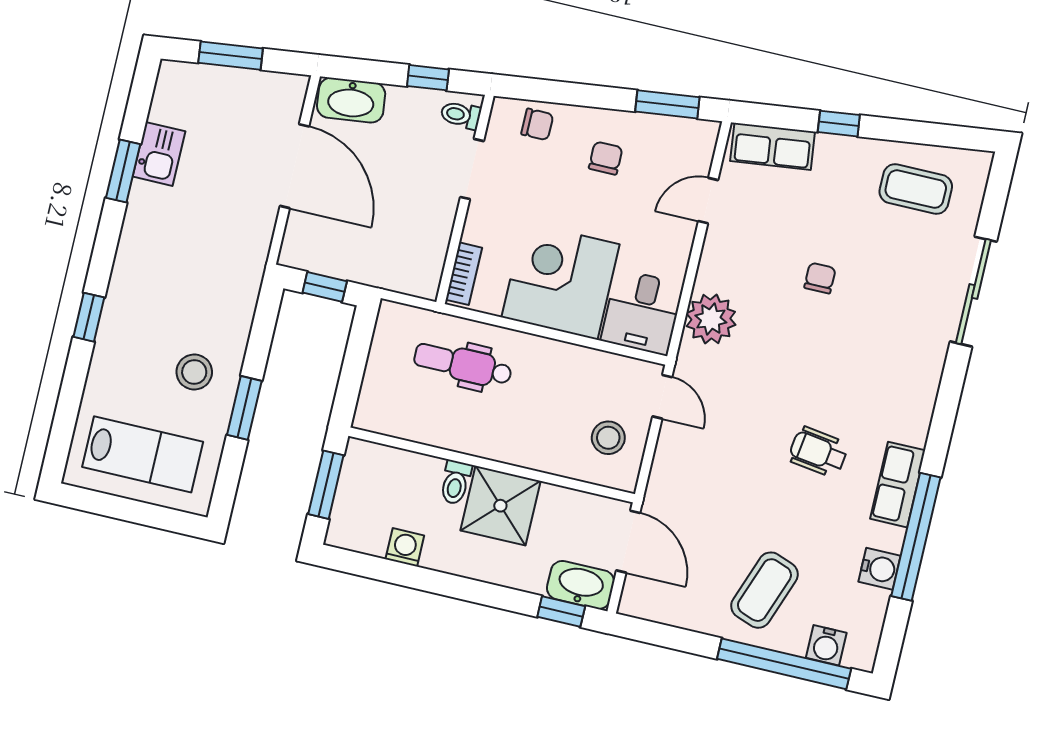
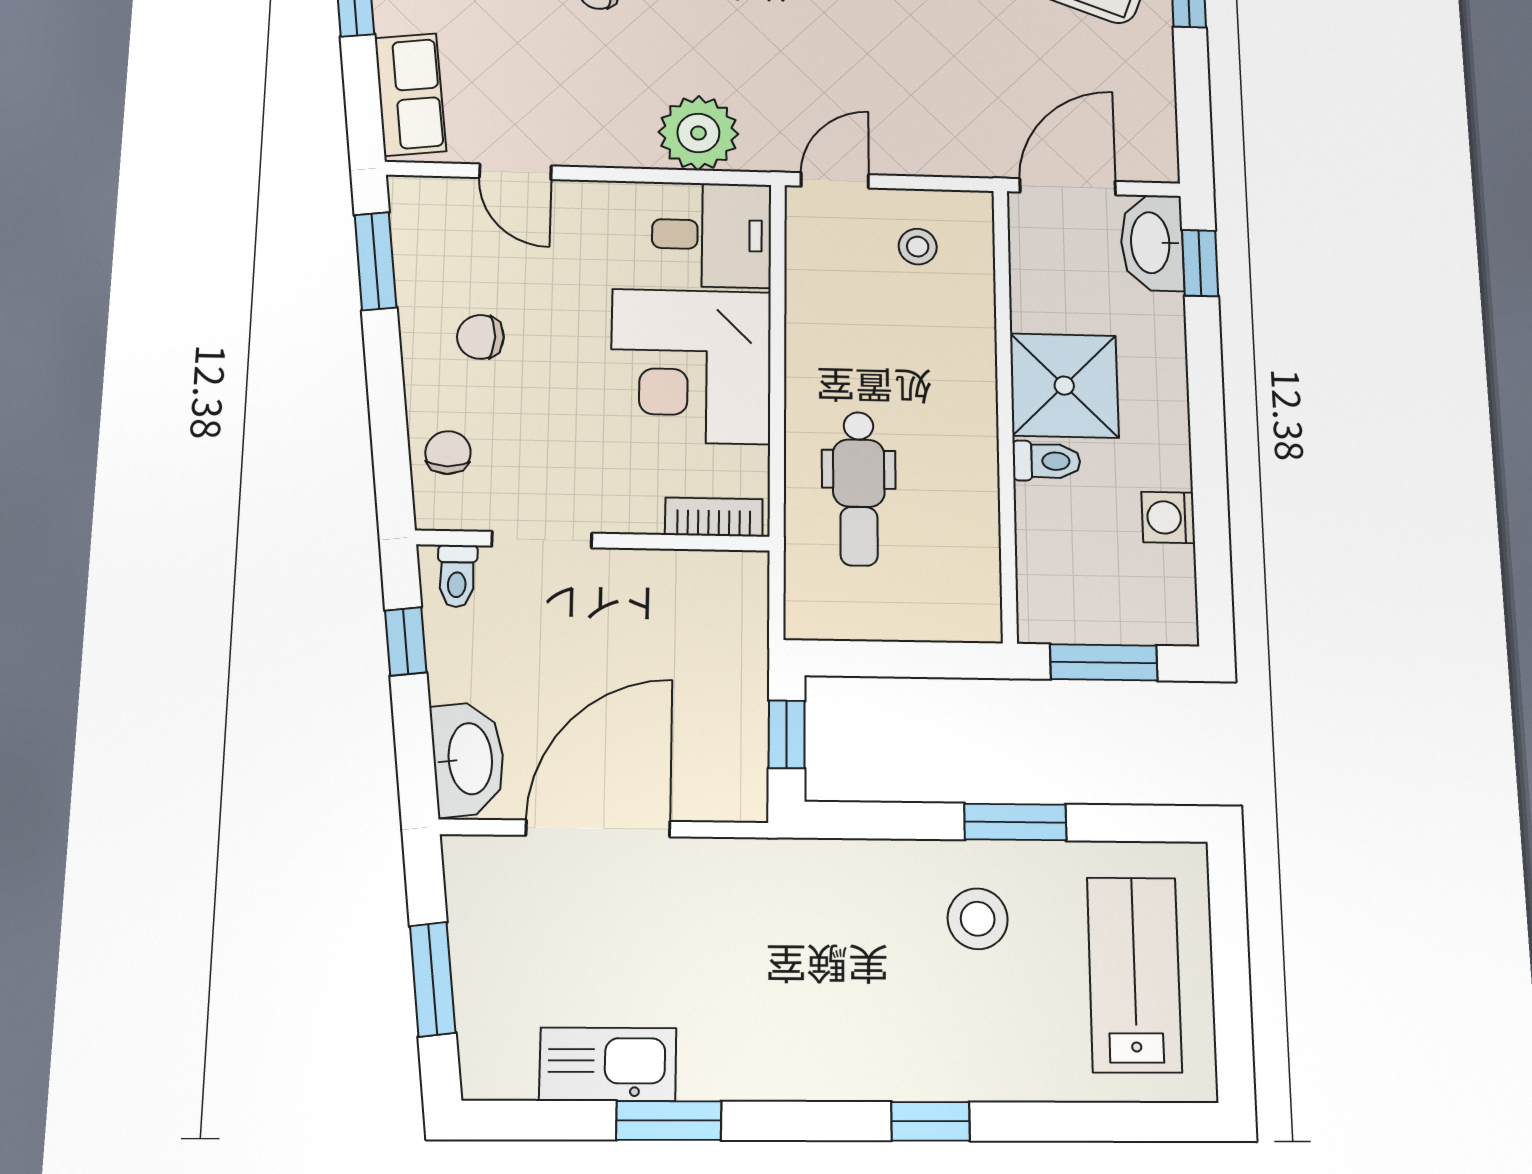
kitchen sink: (159, 154) -> (608, 1064), width x1.38
stool: (608, 438) -> (918, 247), width x0.73, depth x0.73

